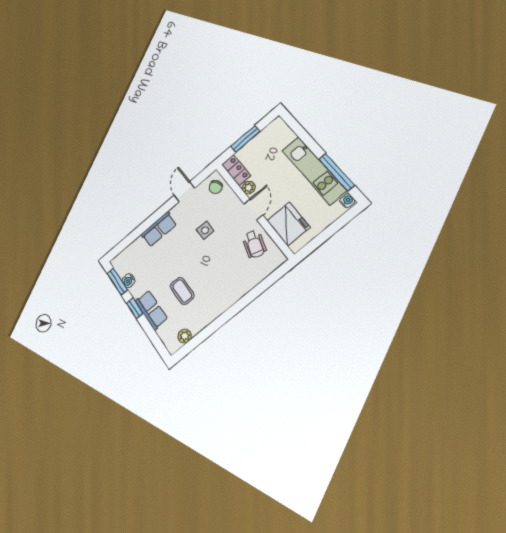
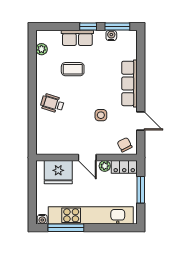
kitchen unit: (314, 170) -> (91, 215), width x1.36
row of seats: (159, 229) -> (129, 83), width x1.48
wheelchair: (254, 244) -> (52, 103), moved

